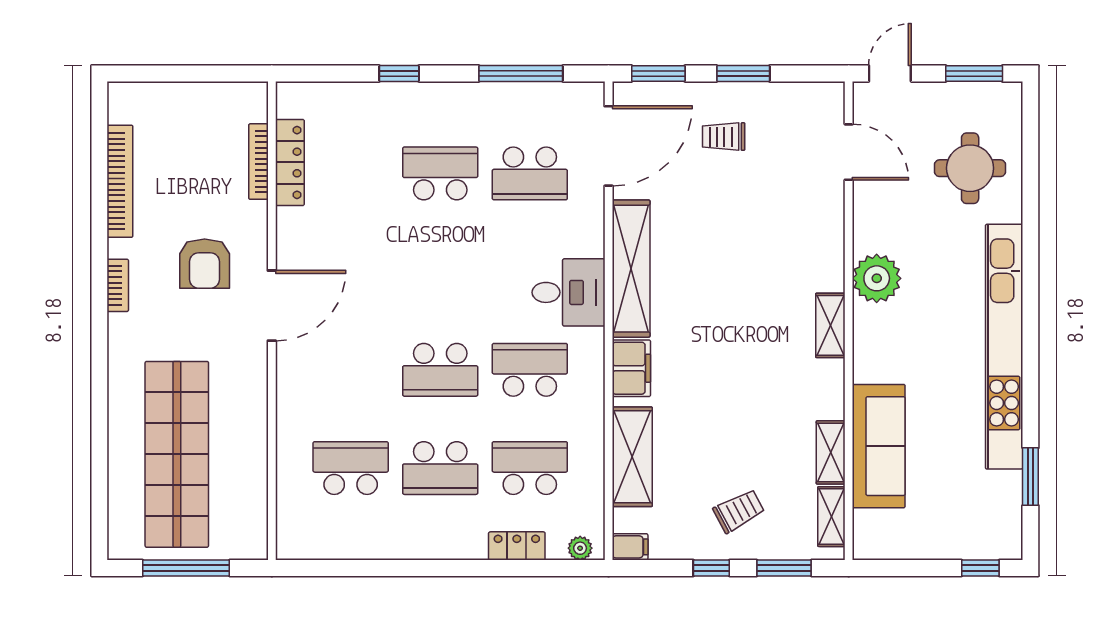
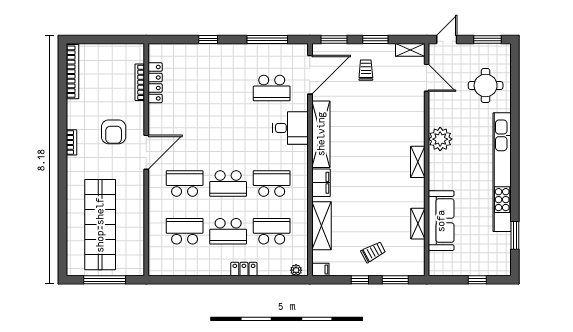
trolley: (724, 137) -> (366, 70), turned 90
school desk: (440, 173) -> (185, 183), moved
bookcase: (120, 181) -> (73, 72), moved
desk: (569, 292) -> (290, 128), moved
shelving: (831, 517) -> (410, 50), moved, turned 90
locker: (517, 546) -> (244, 269), moved
window: (980, 568) -> (477, 280), moved

